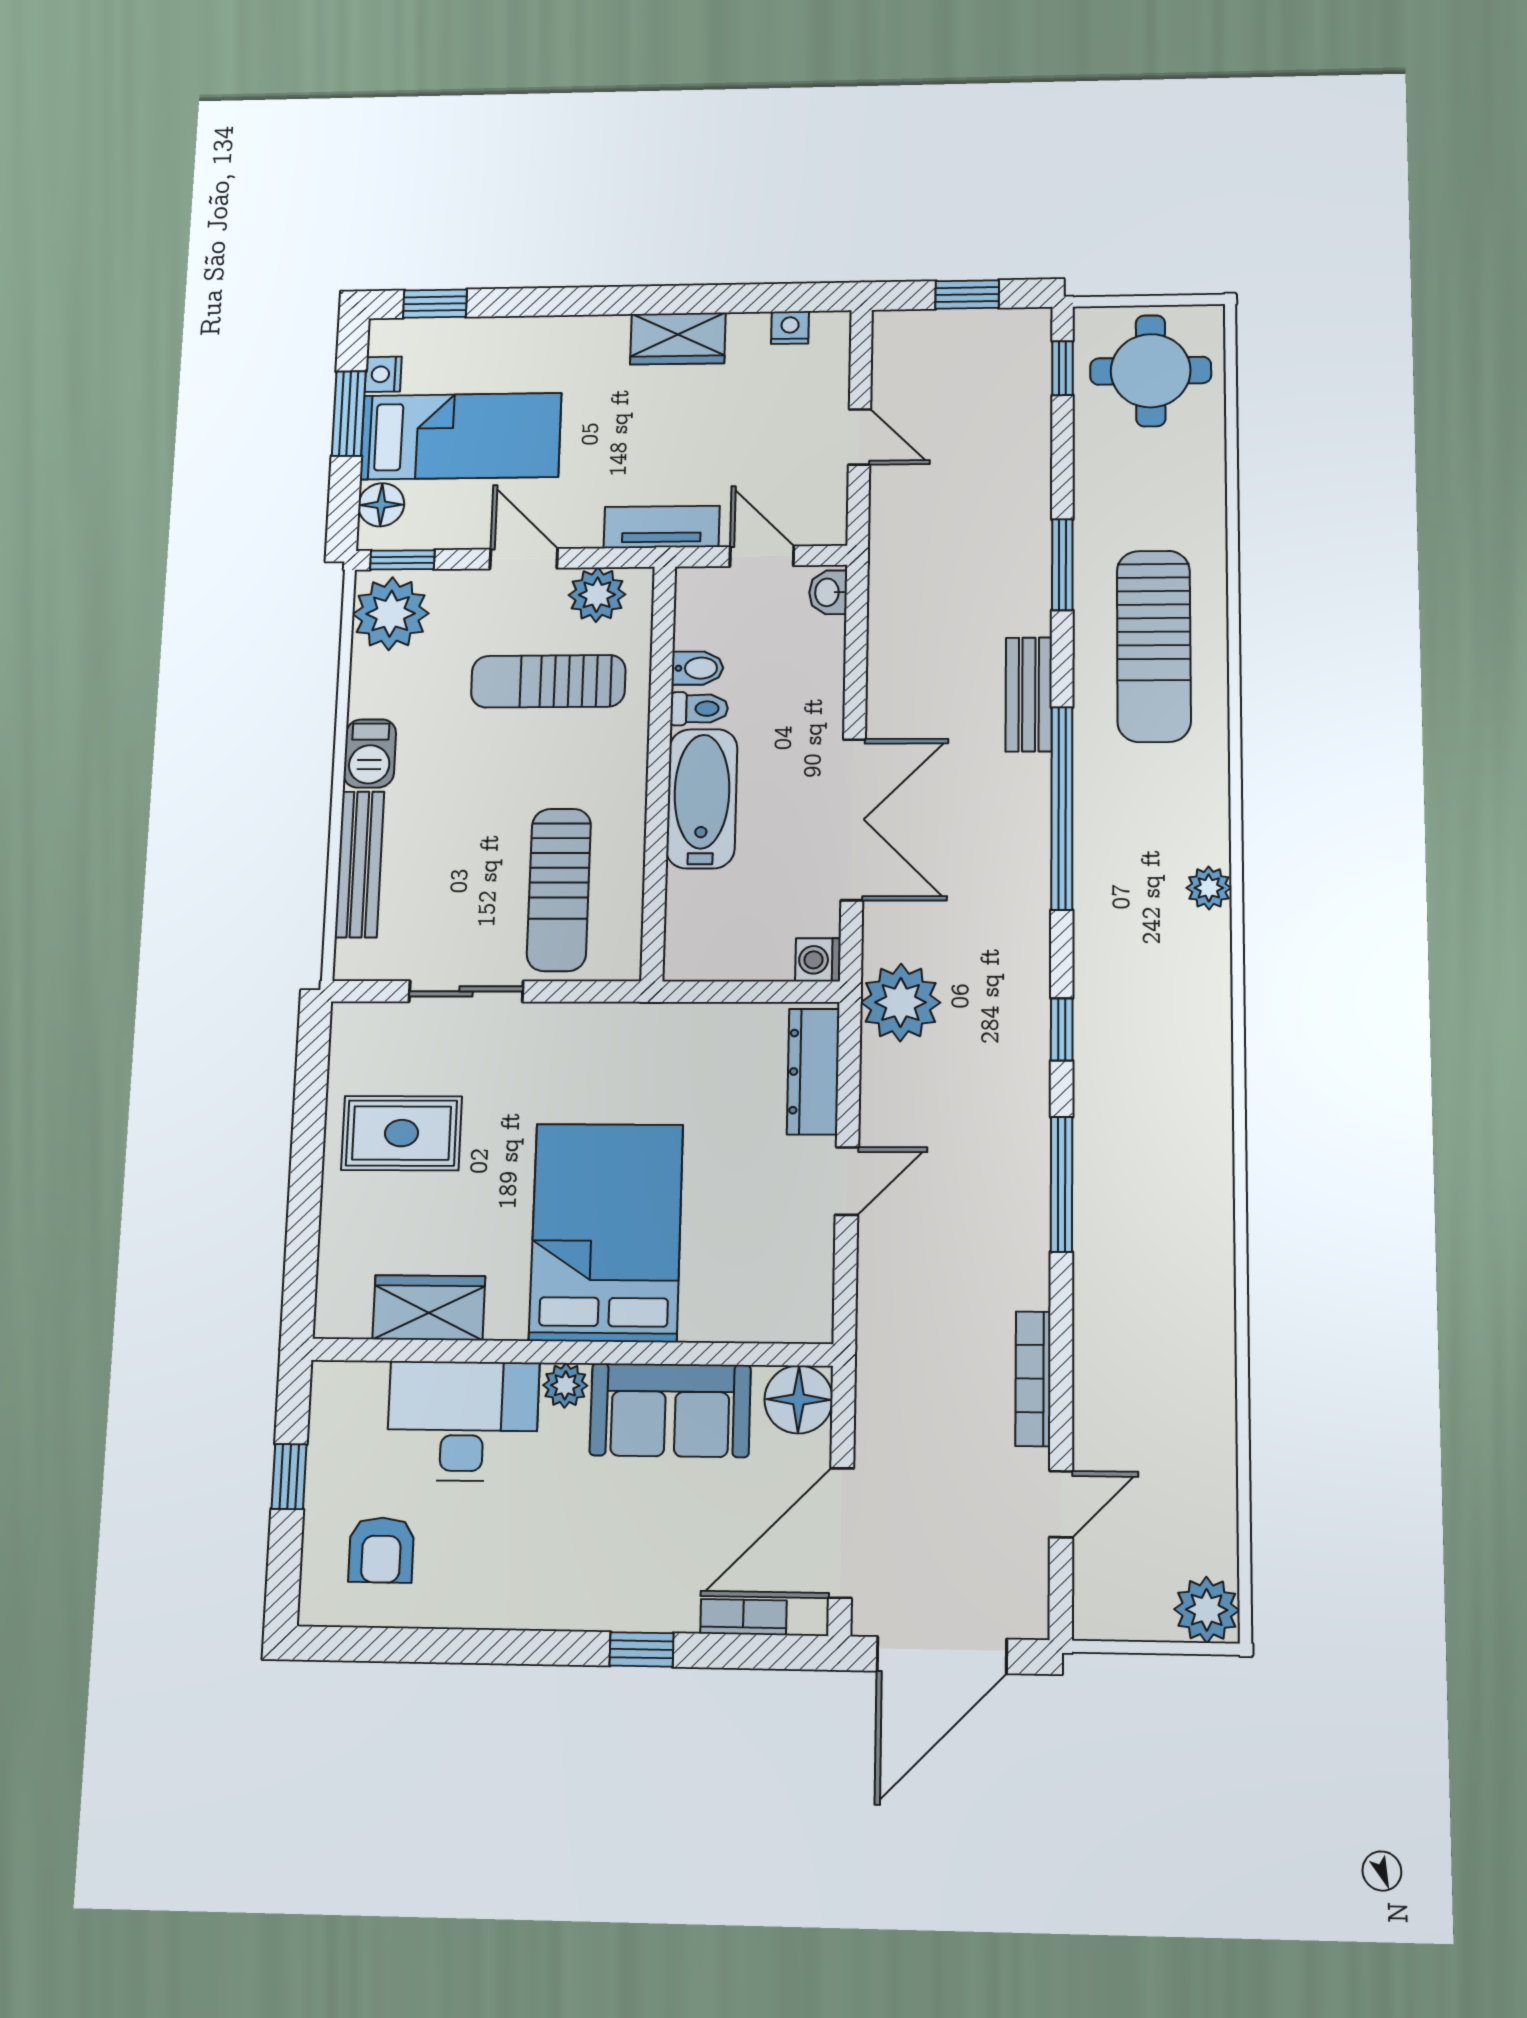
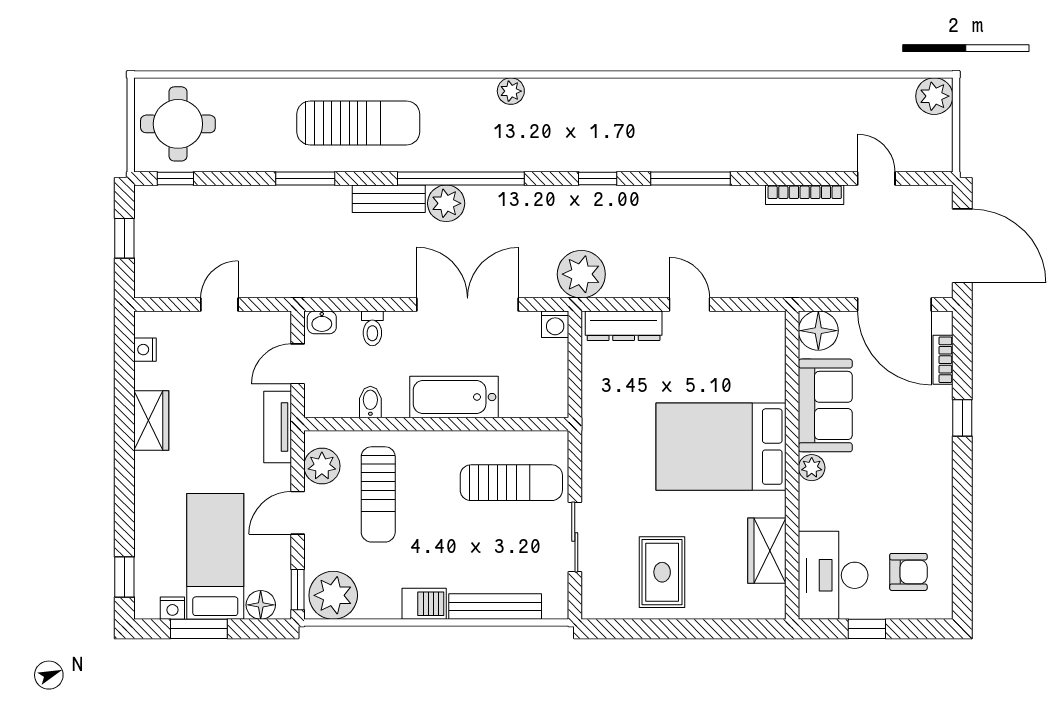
toilet: (699, 709) -> (372, 328), moved, turned 180
plant: (1021, 785) -> (446, 203), added
desk: (463, 1421) -> (833, 575), moved

